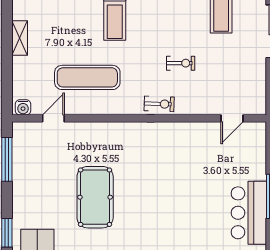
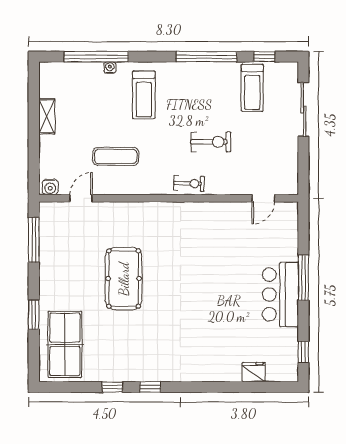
exercise bike: (181, 63) -> (211, 142), width x1.38, depth x1.39
exercise mat: (87, 77) -> (116, 156), width x0.73, depth x0.69

